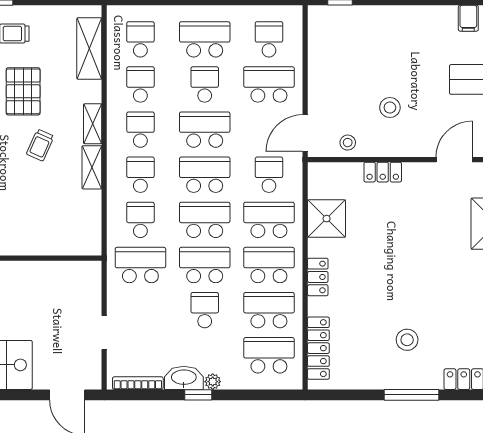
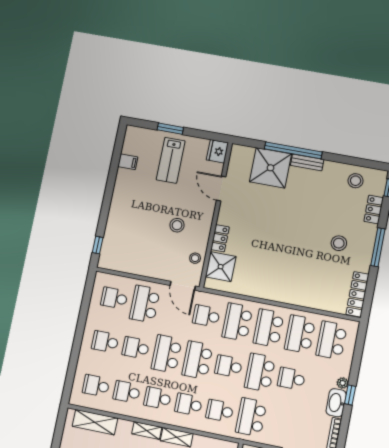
school desk: (205, 39) -> (105, 342), width x0.54
shower: (327, 219) -> (221, 267), moved
school desk: (205, 220) -> (229, 366), width x0.54
locker: (318, 277) -> (283, 296), removed
locker: (318, 348) -> (357, 294), moved, turned -90

